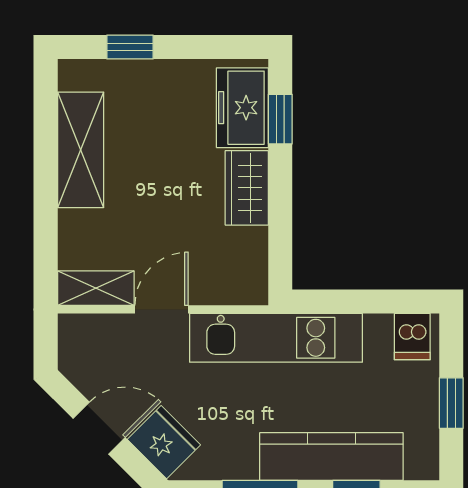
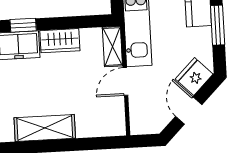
shelving: (96, 288) -> (112, 47), moved
door: (162, 309) -> (125, 81), hinge flipped

